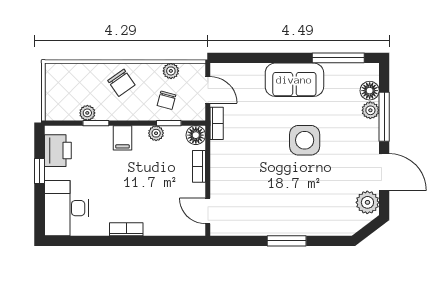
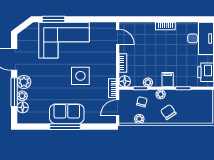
window: (338, 58) -> (65, 127), moved
door: (208, 90) -> (118, 108), hinge flipped
plant: (87, 113) -> (161, 94), moved
side table: (305, 140) -> (80, 76), moved
plant: (367, 202) -> (24, 82), moved
corner sofa: (299, 205) -> (64, 40), added
window: (287, 241) -> (54, 19), moved

